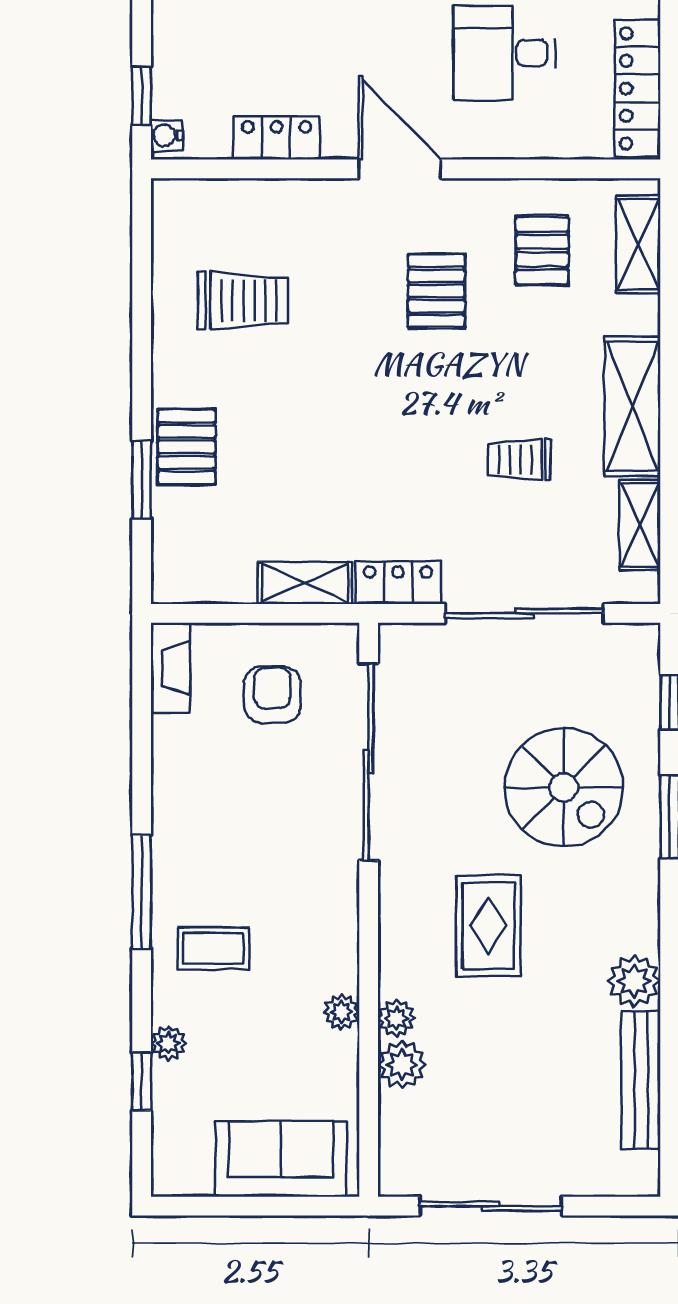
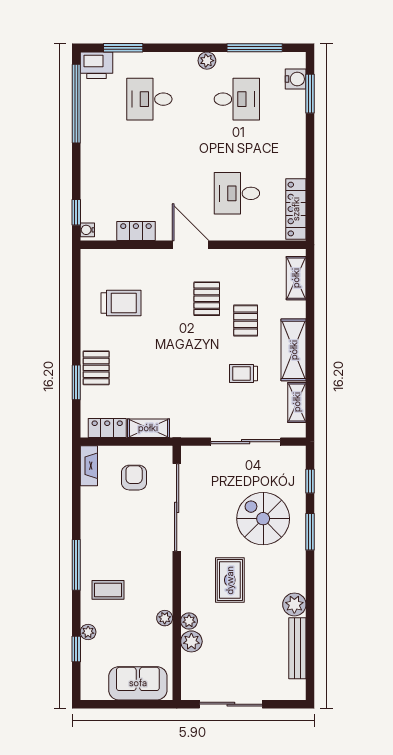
pallet: (542, 251) -> (246, 321), moved
locker: (398, 583) -> (107, 428), moved
spiral stairs: (564, 787) -> (263, 519), turned 180

